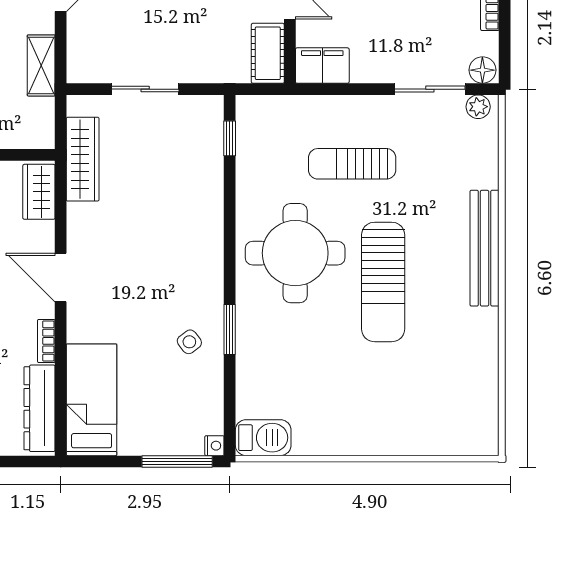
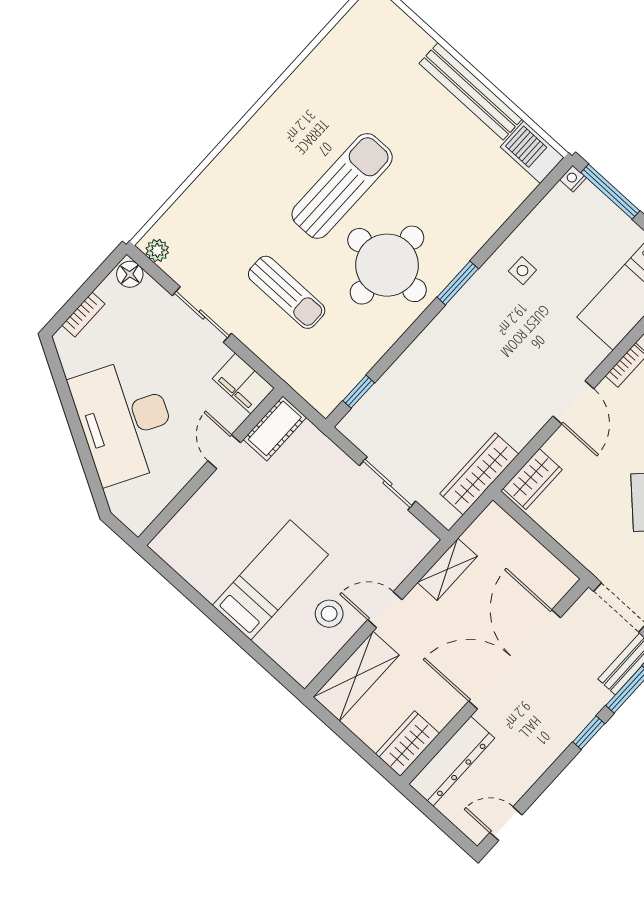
sliding door: (430, 89) -> (202, 314), moved
bench: (485, 248) -> (471, 91), moved, turned 90
window: (230, 330) -> (458, 283), moved
side table: (189, 342) -> (522, 271), turned 37

